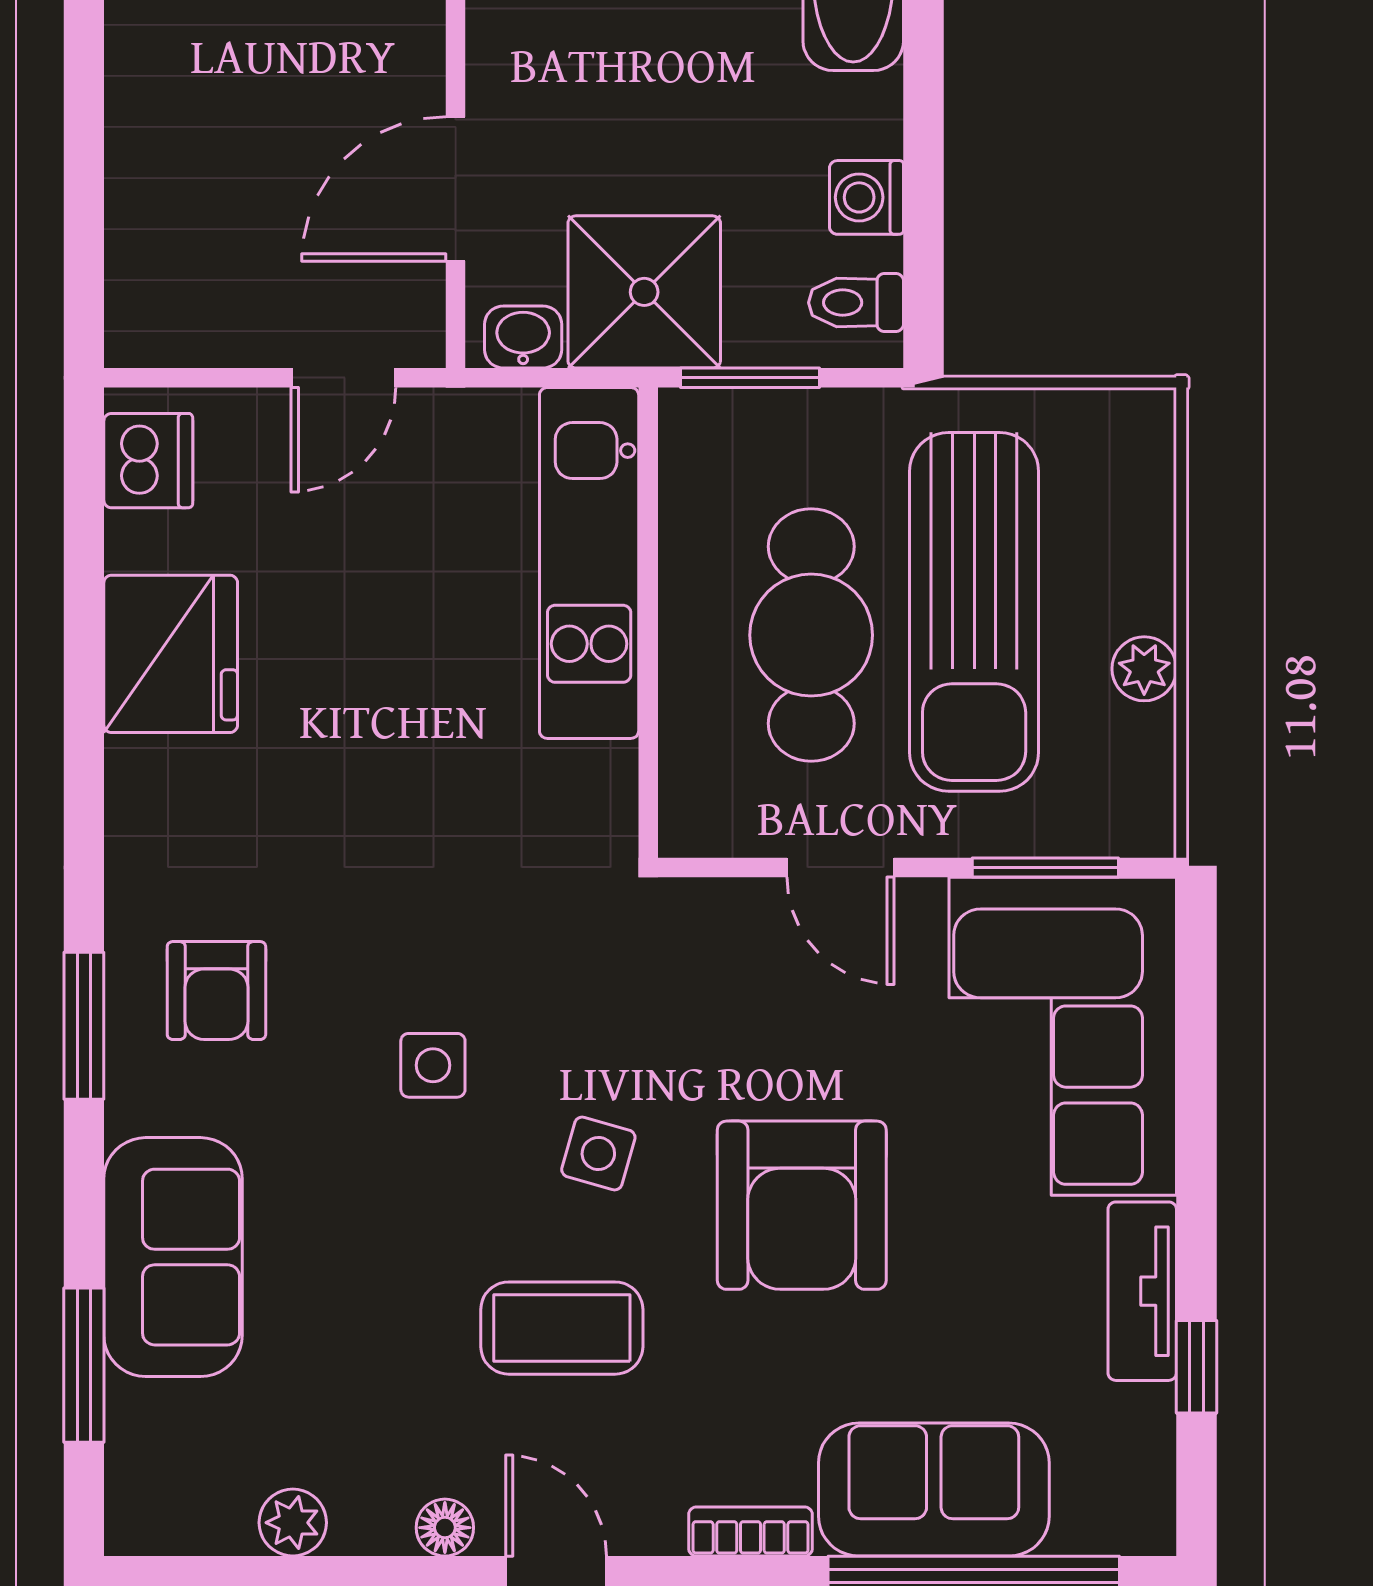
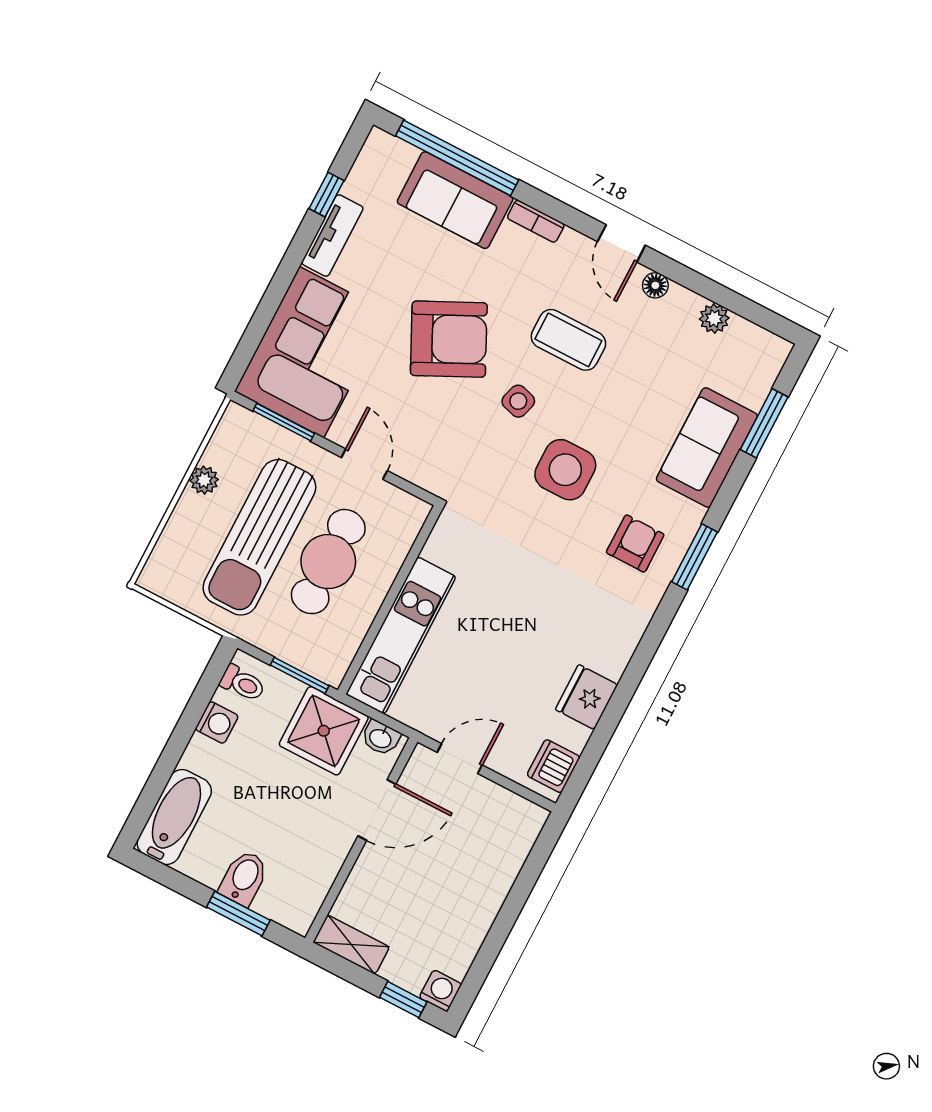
sun lounger: (974, 612) -> (259, 537), turned 180
fridge: (171, 654) -> (587, 697), width x0.73, depth x0.75
side table: (433, 1065) -> (565, 470), width x1.87, depth x1.87
armchair: (802, 1205) -> (449, 339), turned 64

